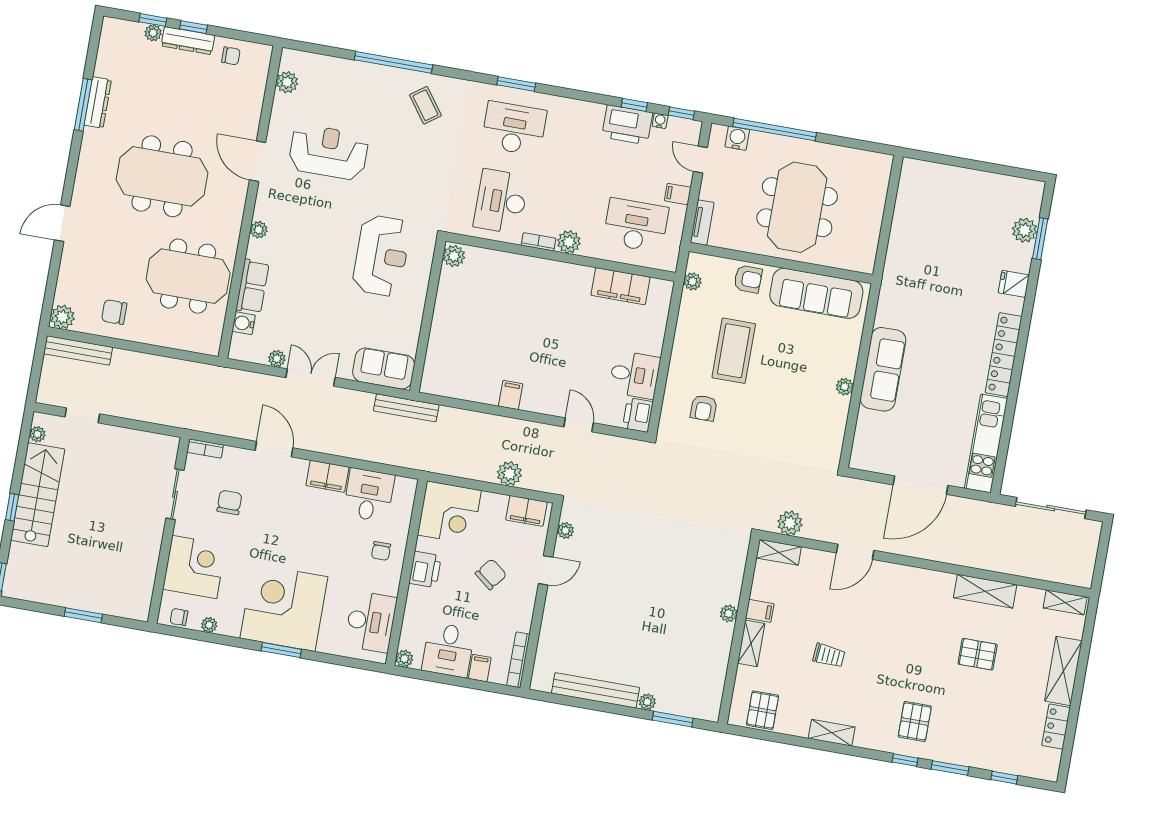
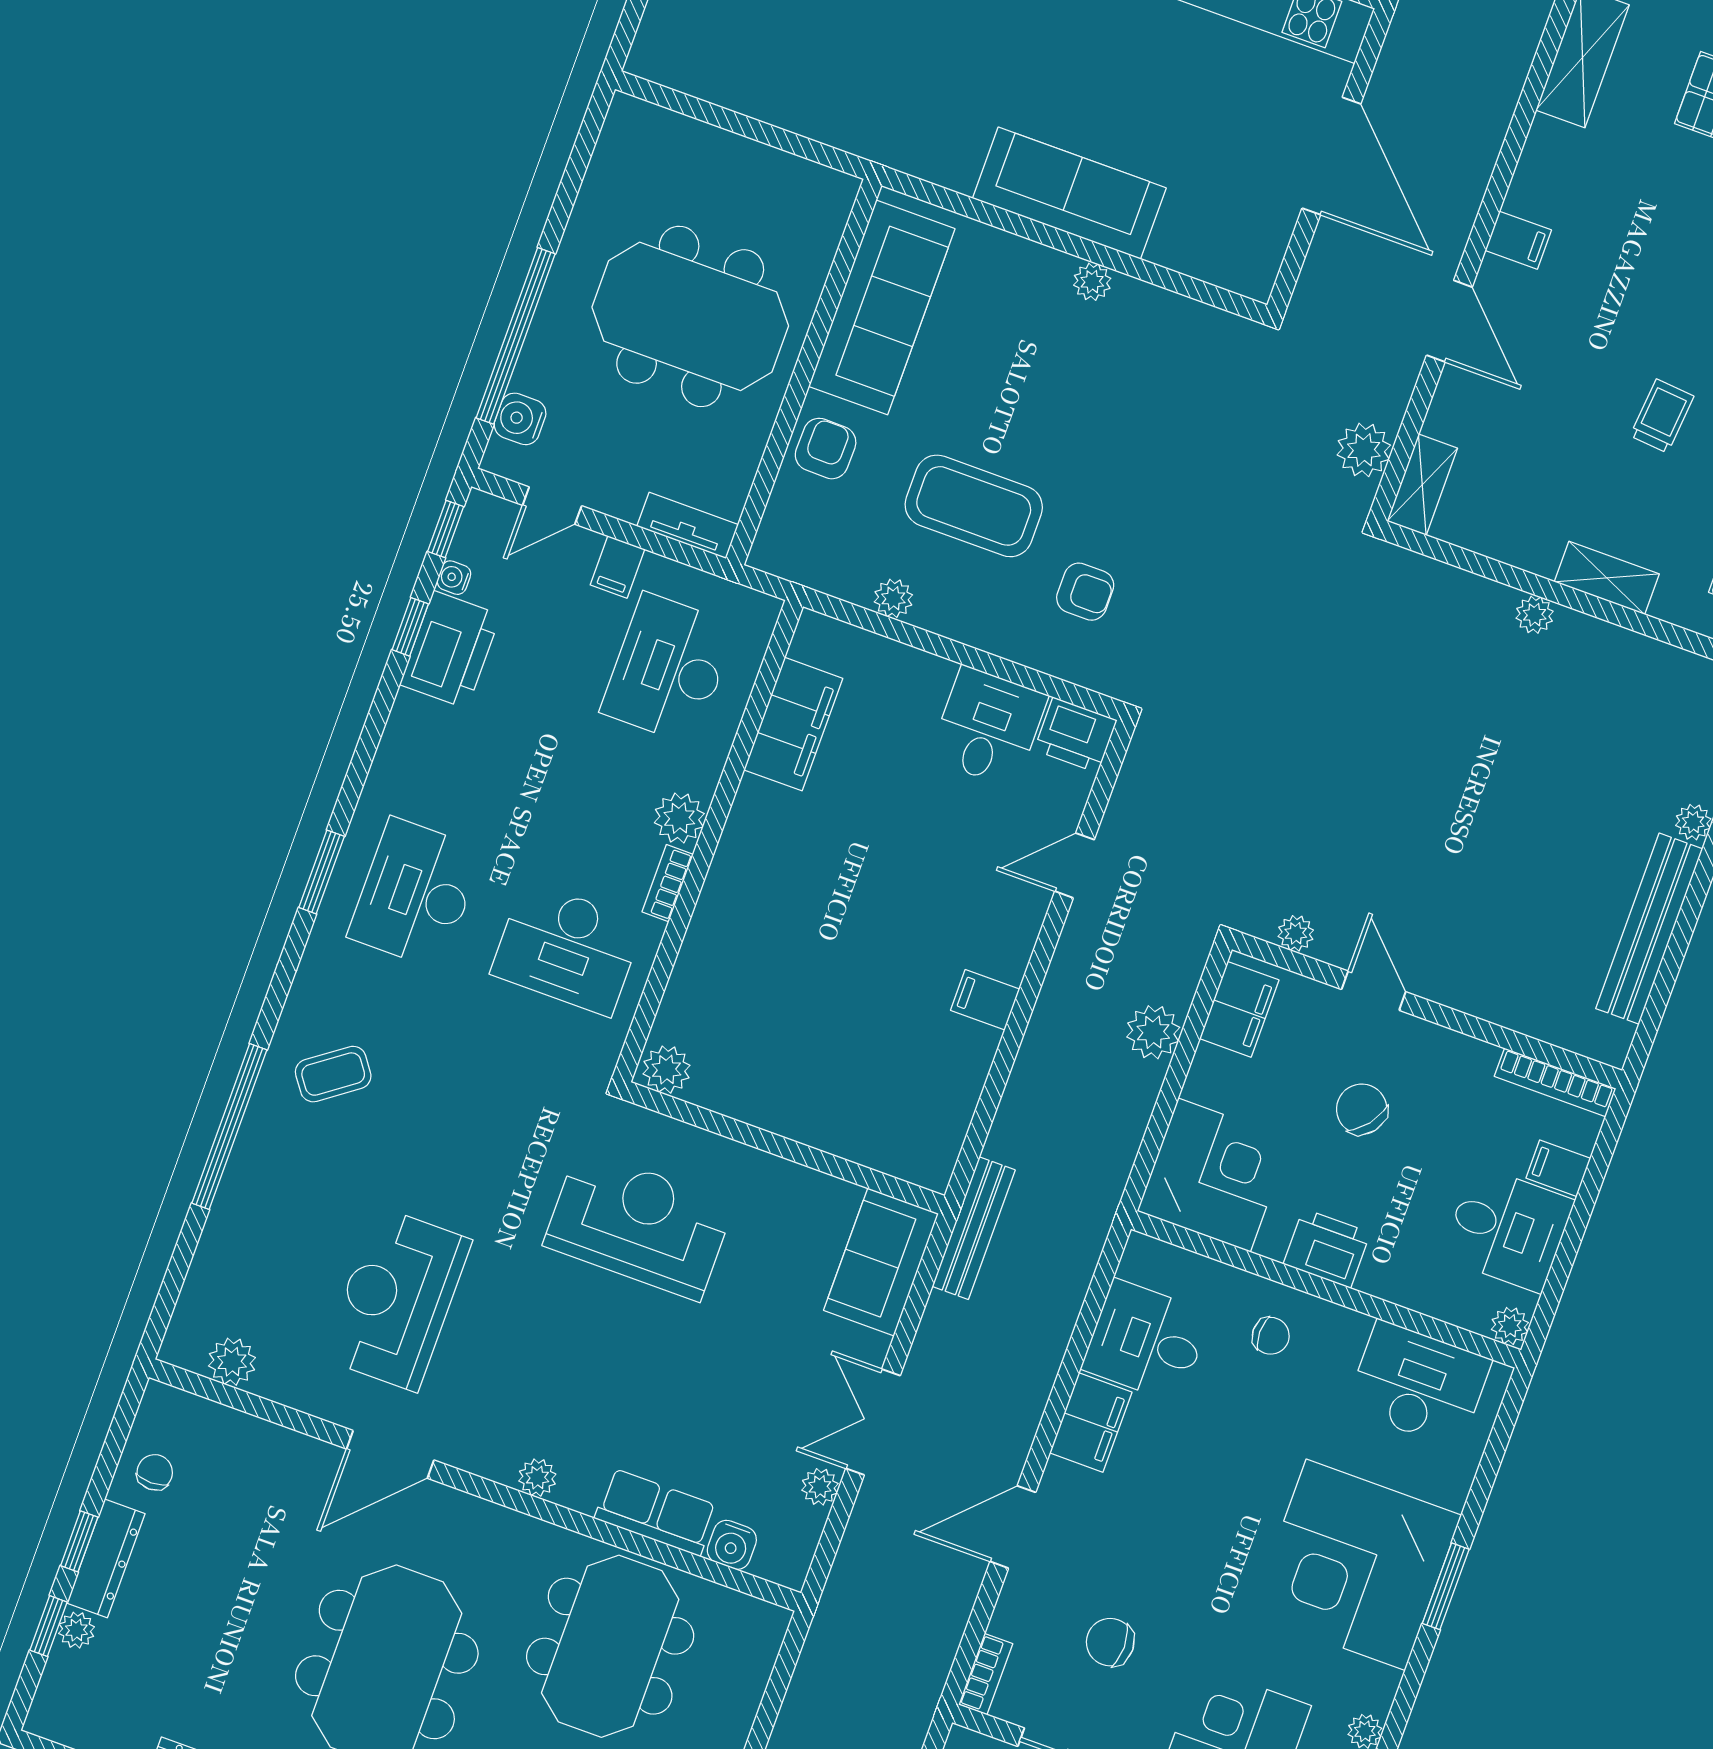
plant: (692, 281) -> (893, 598), moved
filing cabinet: (760, 611) -> (1518, 240), moved, turned 90

